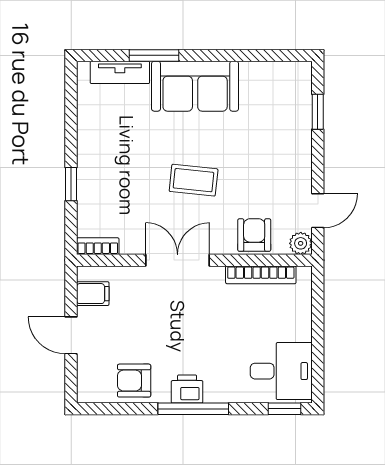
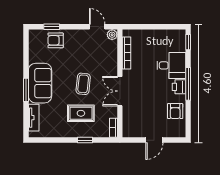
window: (154, 55) -> (26, 90), moved
rug: (129, 175) -> (81, 113), added
armchair: (254, 235) -> (56, 40), moved
filing cabinet: (93, 294) -> (135, 130), removed
desk: (281, 371) -> (171, 65), moved, turned 90

